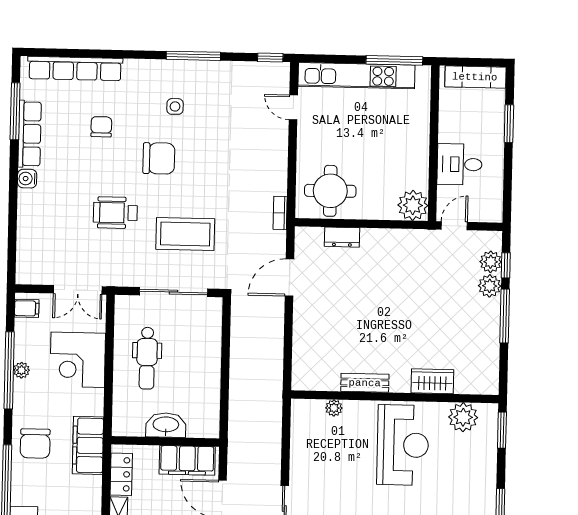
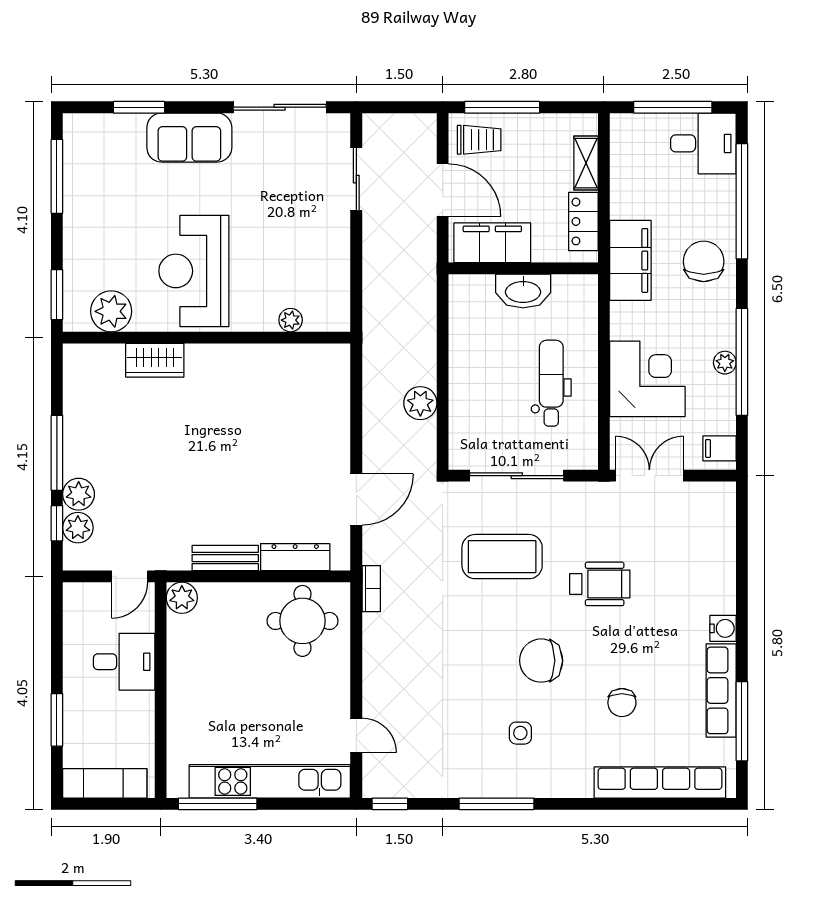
plant: (413, 205) -> (182, 598), width x0.73, depth x0.73
dresser: (342, 237) -> (295, 557), width x1.44
plant: (242, 346) -> (420, 403), added
bench: (365, 383) -> (225, 558), moved

